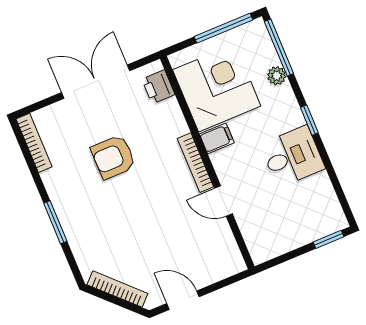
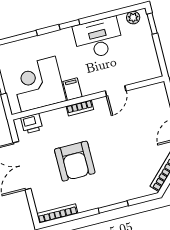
plant: (277, 76) -> (133, 18), moved
desk: (292, 156) -> (98, 38), width x1.37
armchair: (113, 157) -> (75, 161), width x1.36, depth x1.36
bookcase: (195, 163) -> (80, 108), width x0.64

